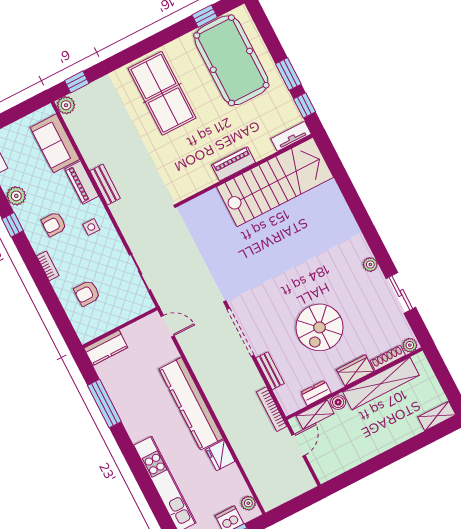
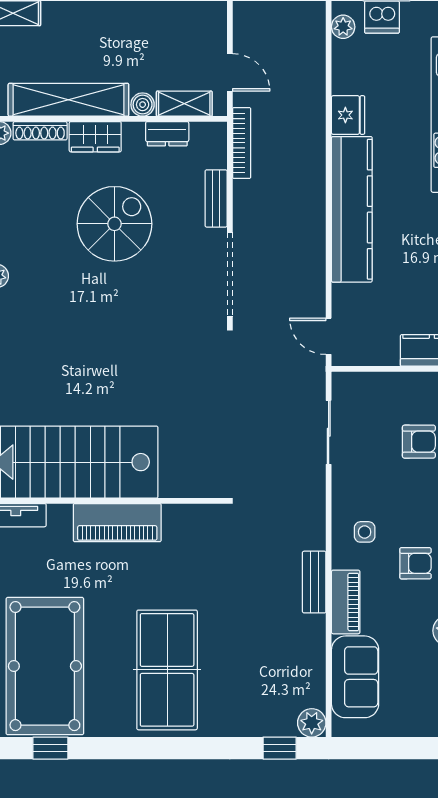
piano: (234, 164) -> (117, 523), width x1.37, depth x1.33
door: (299, 445) -> (230, 72), swing flipped

